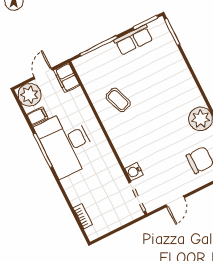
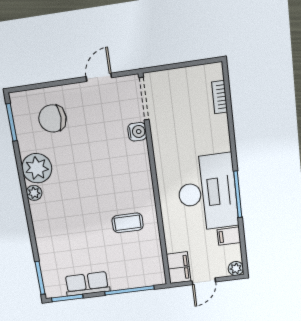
plant: (29, 95) -> (236, 269), width x0.53, depth x0.53
plant: (197, 99) -> (34, 193), added
coffee table: (118, 100) -> (128, 223), turned -70

